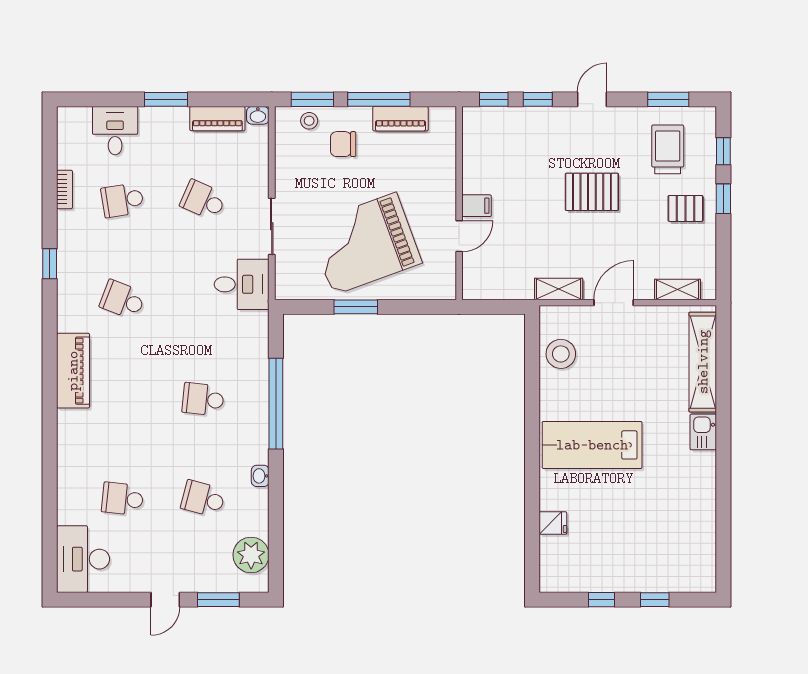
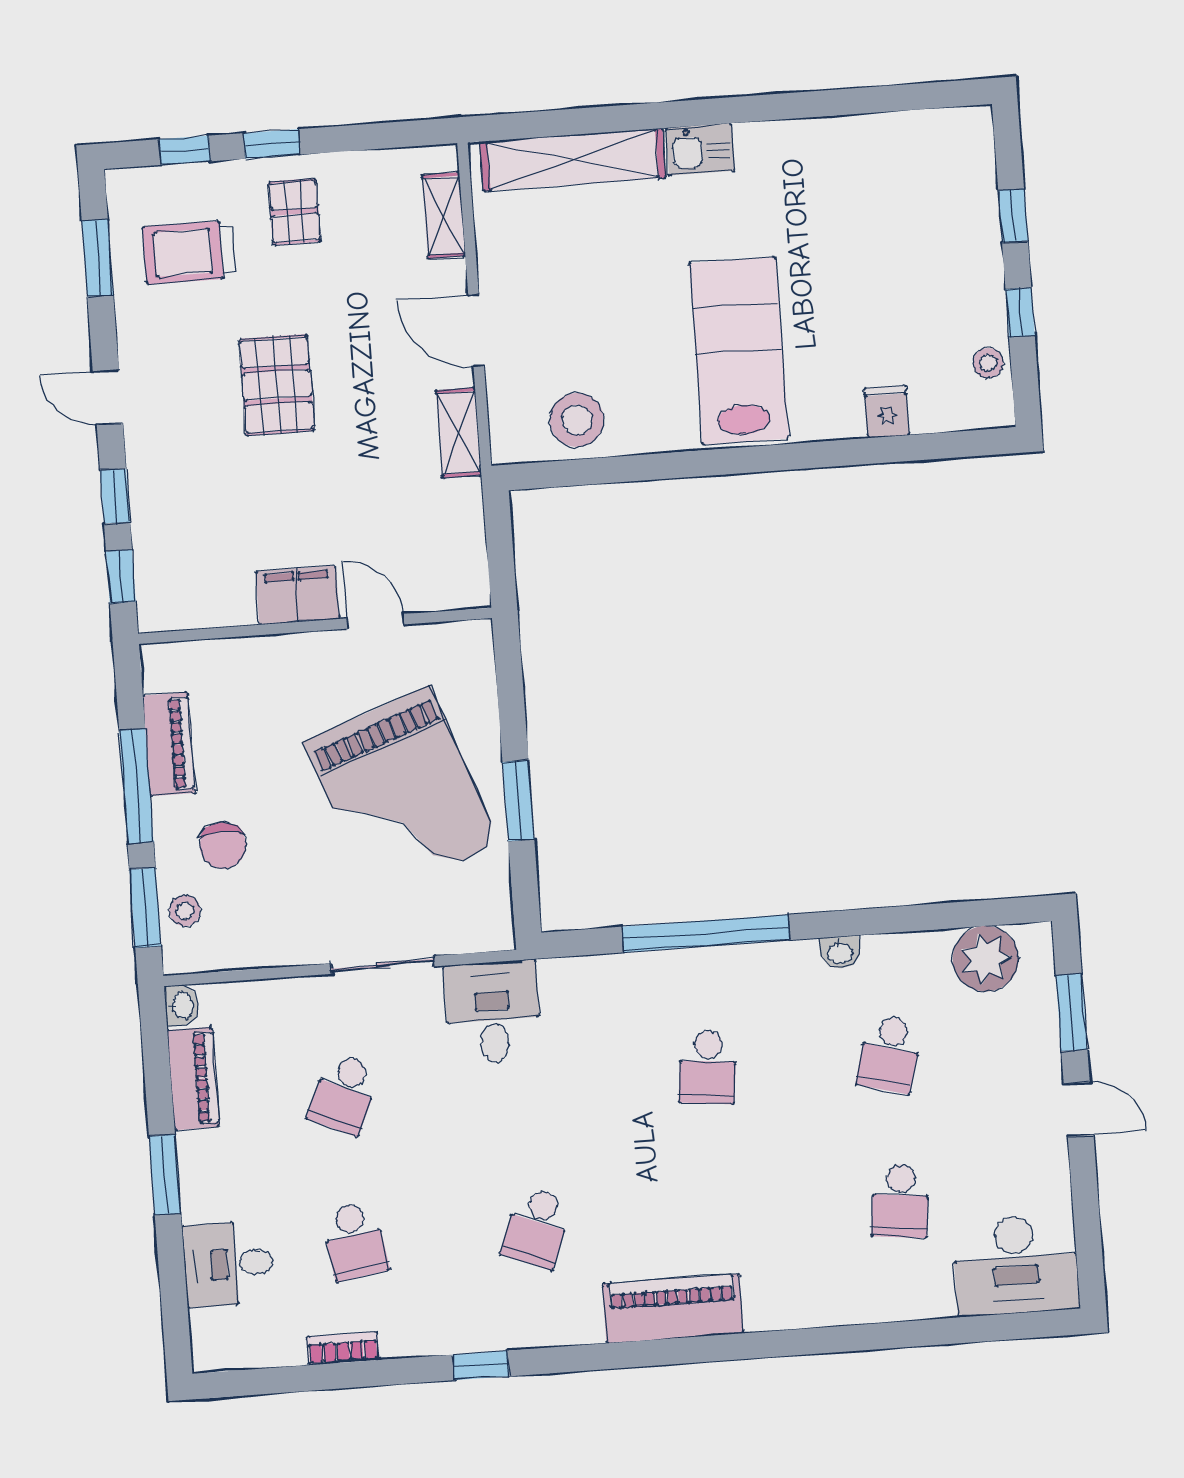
filing cabinet: (477, 206) -> (297, 595), width x2.00
lab bench: (592, 445) -> (739, 351), turned 180
stool: (575, 580) -> (988, 363), added

